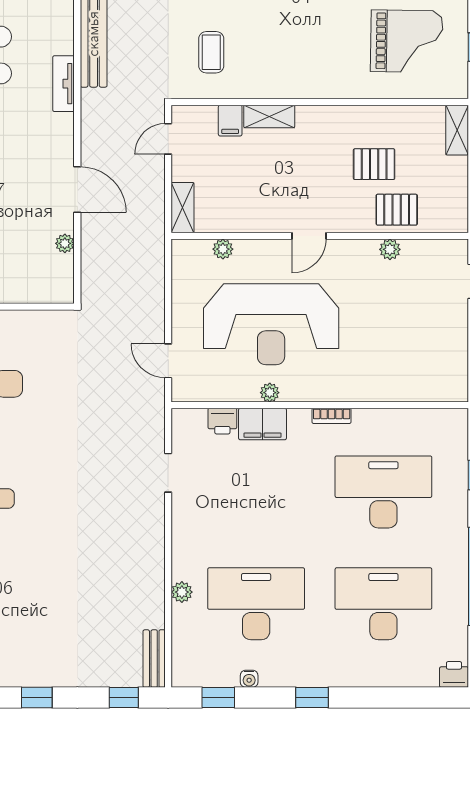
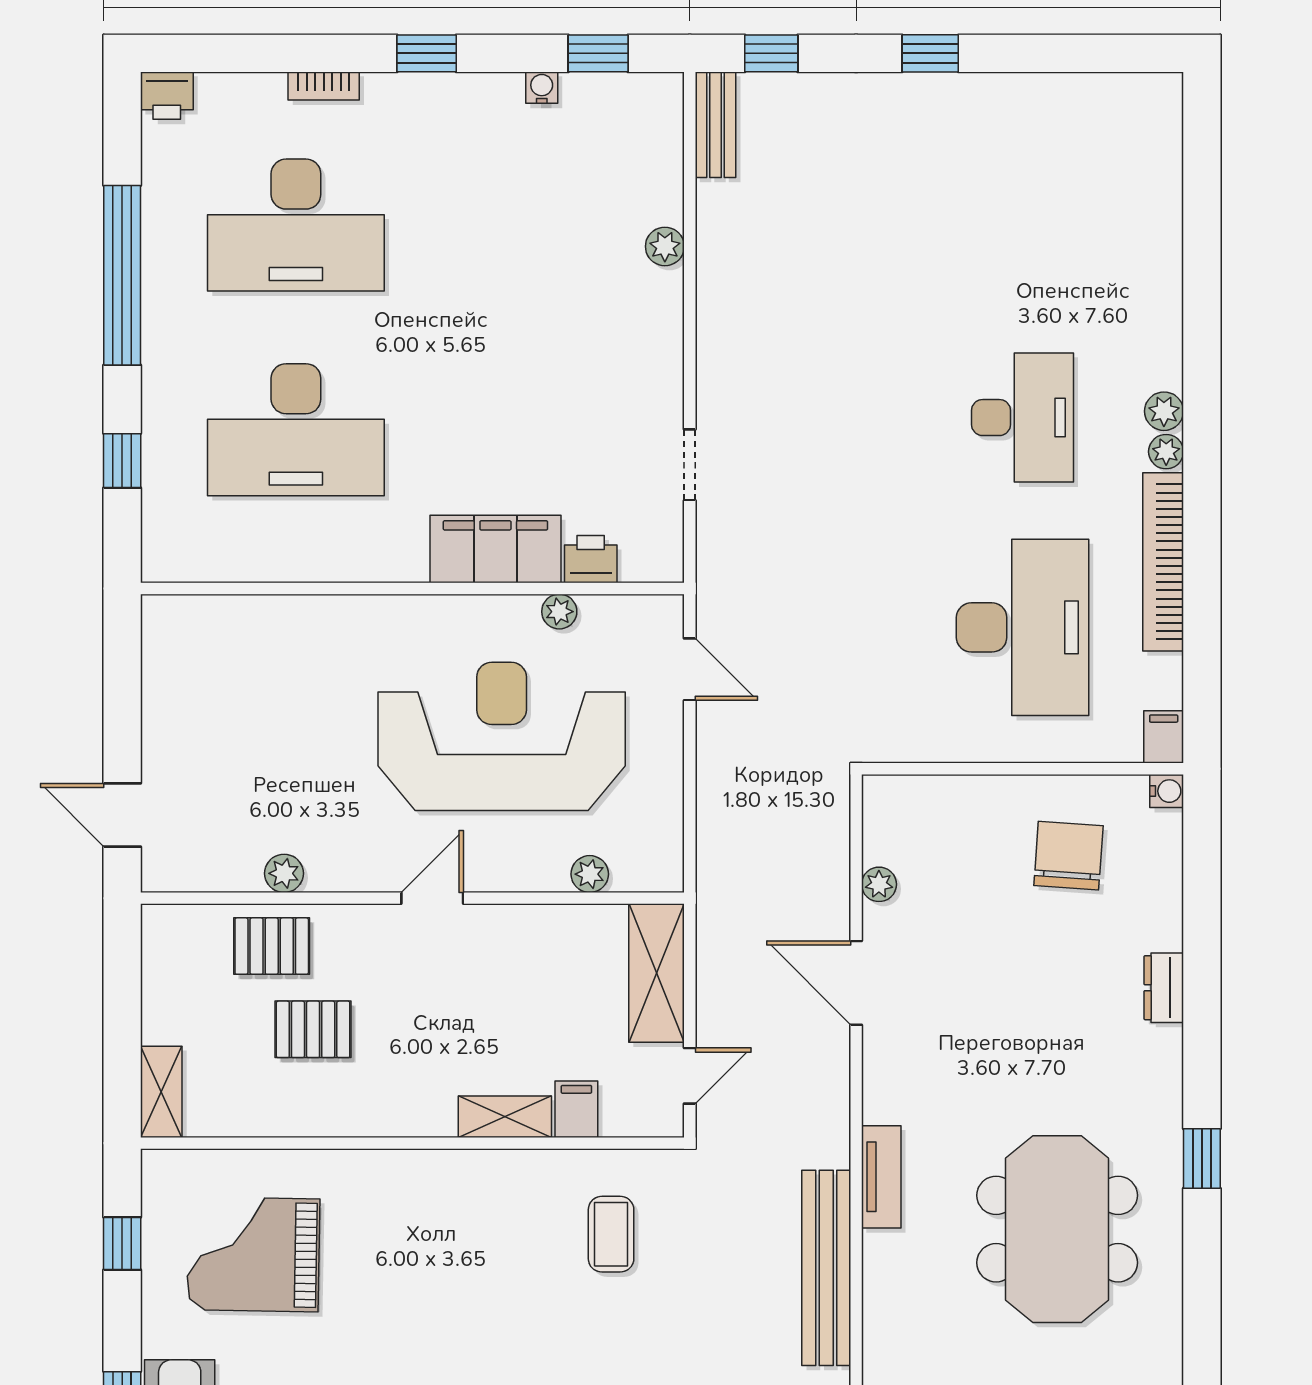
shelving: (183, 208) -> (656, 973), width x1.50, depth x1.33
plant: (270, 393) -> (559, 612), moved
bookcase: (332, 416) -> (324, 86), moved, turned 180
filing cabinet: (262, 424) -> (495, 549), width x1.50, depth x1.17
desk: (256, 604) -> (529, 225), removed

